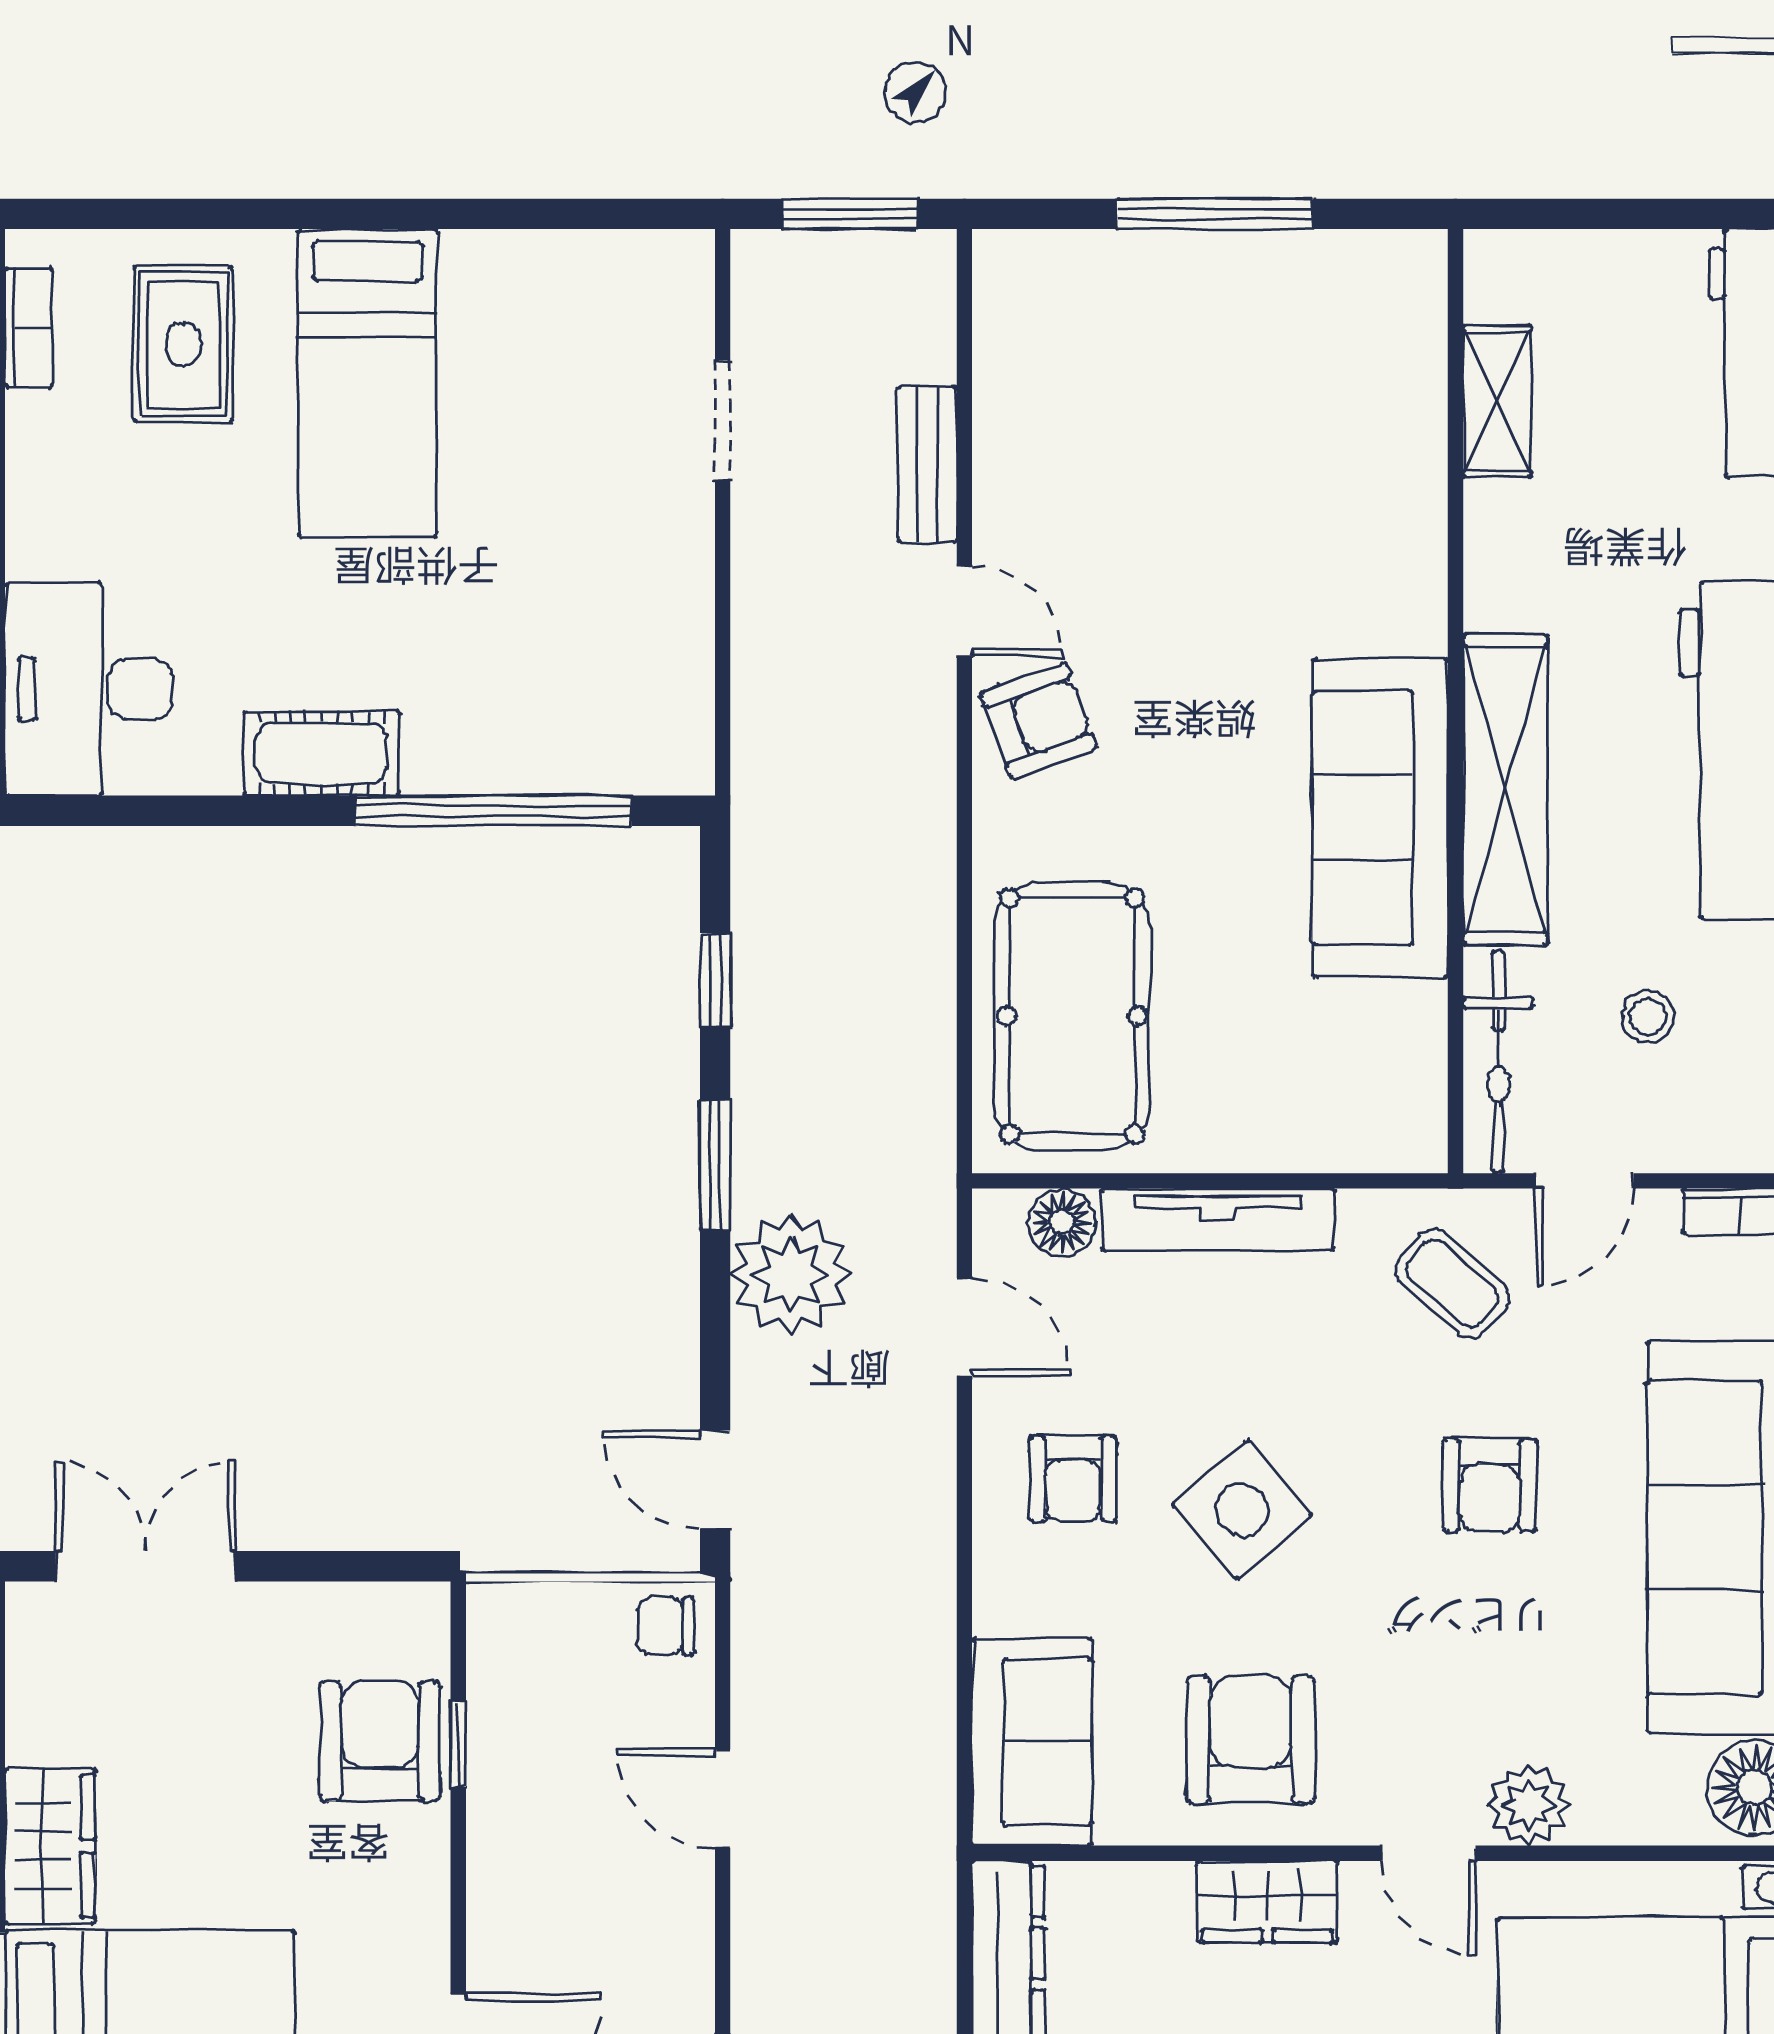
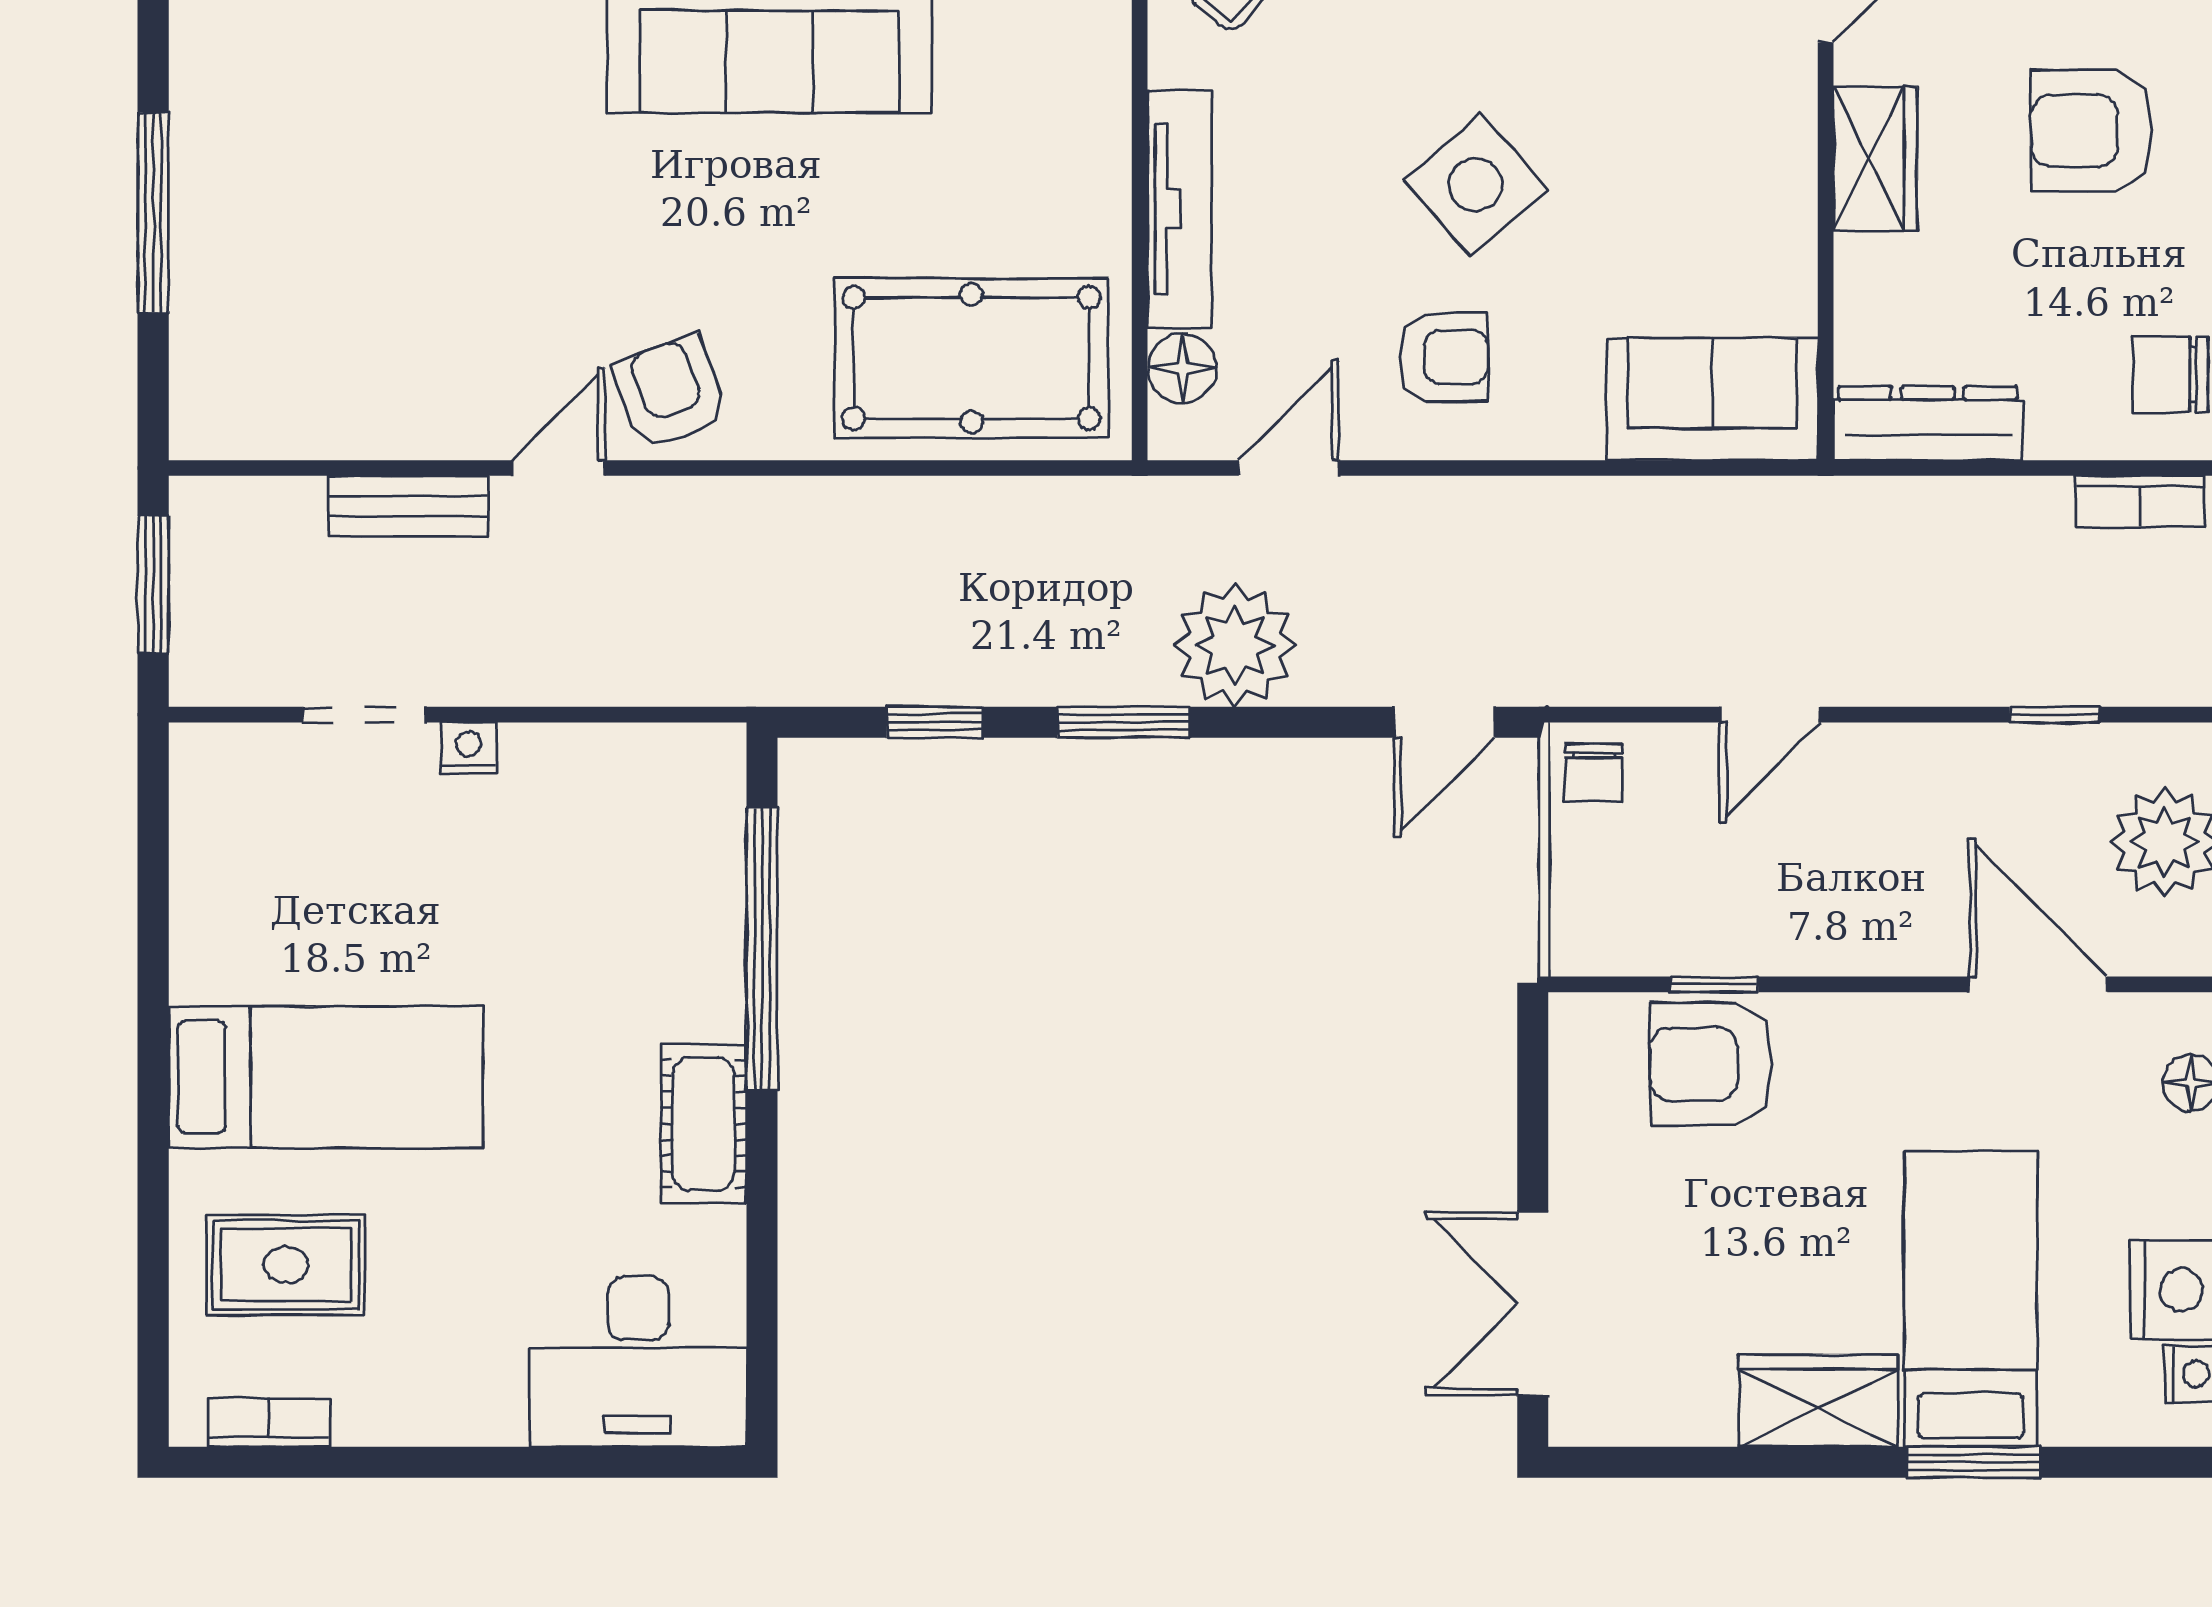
nightstand: (690, 523) -> (469, 748), added
armchair: (1251, 1739) -> (1710, 176), removed

